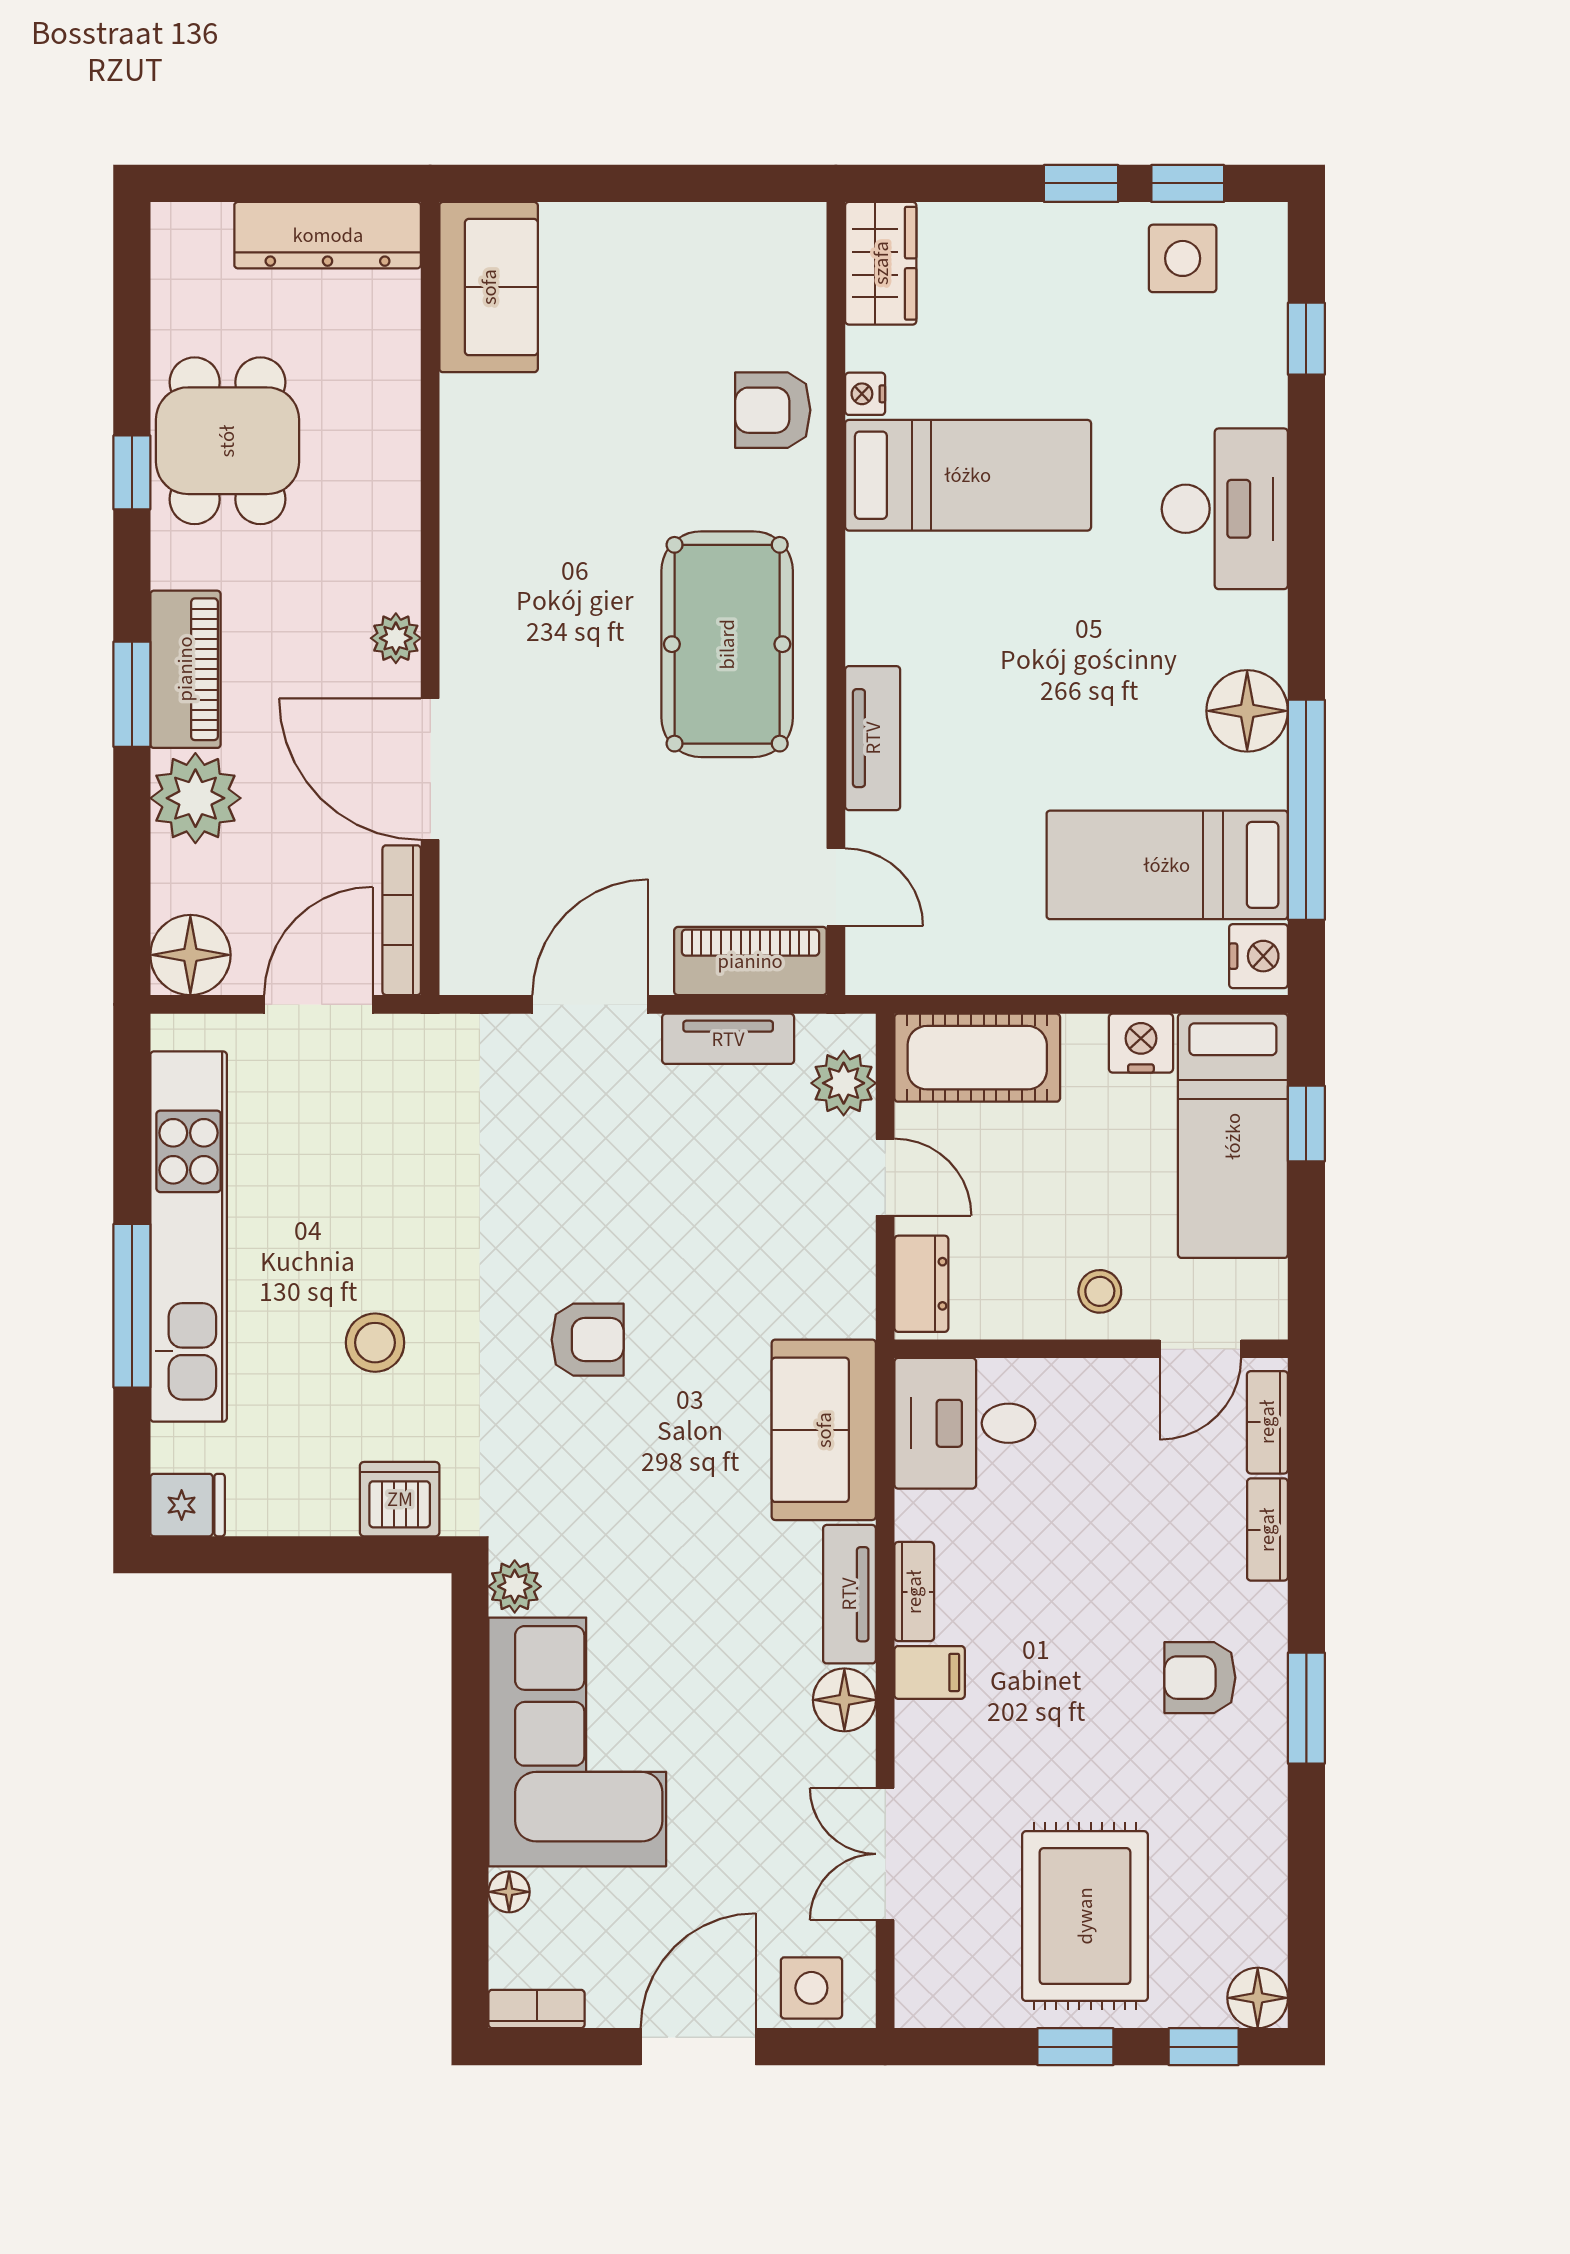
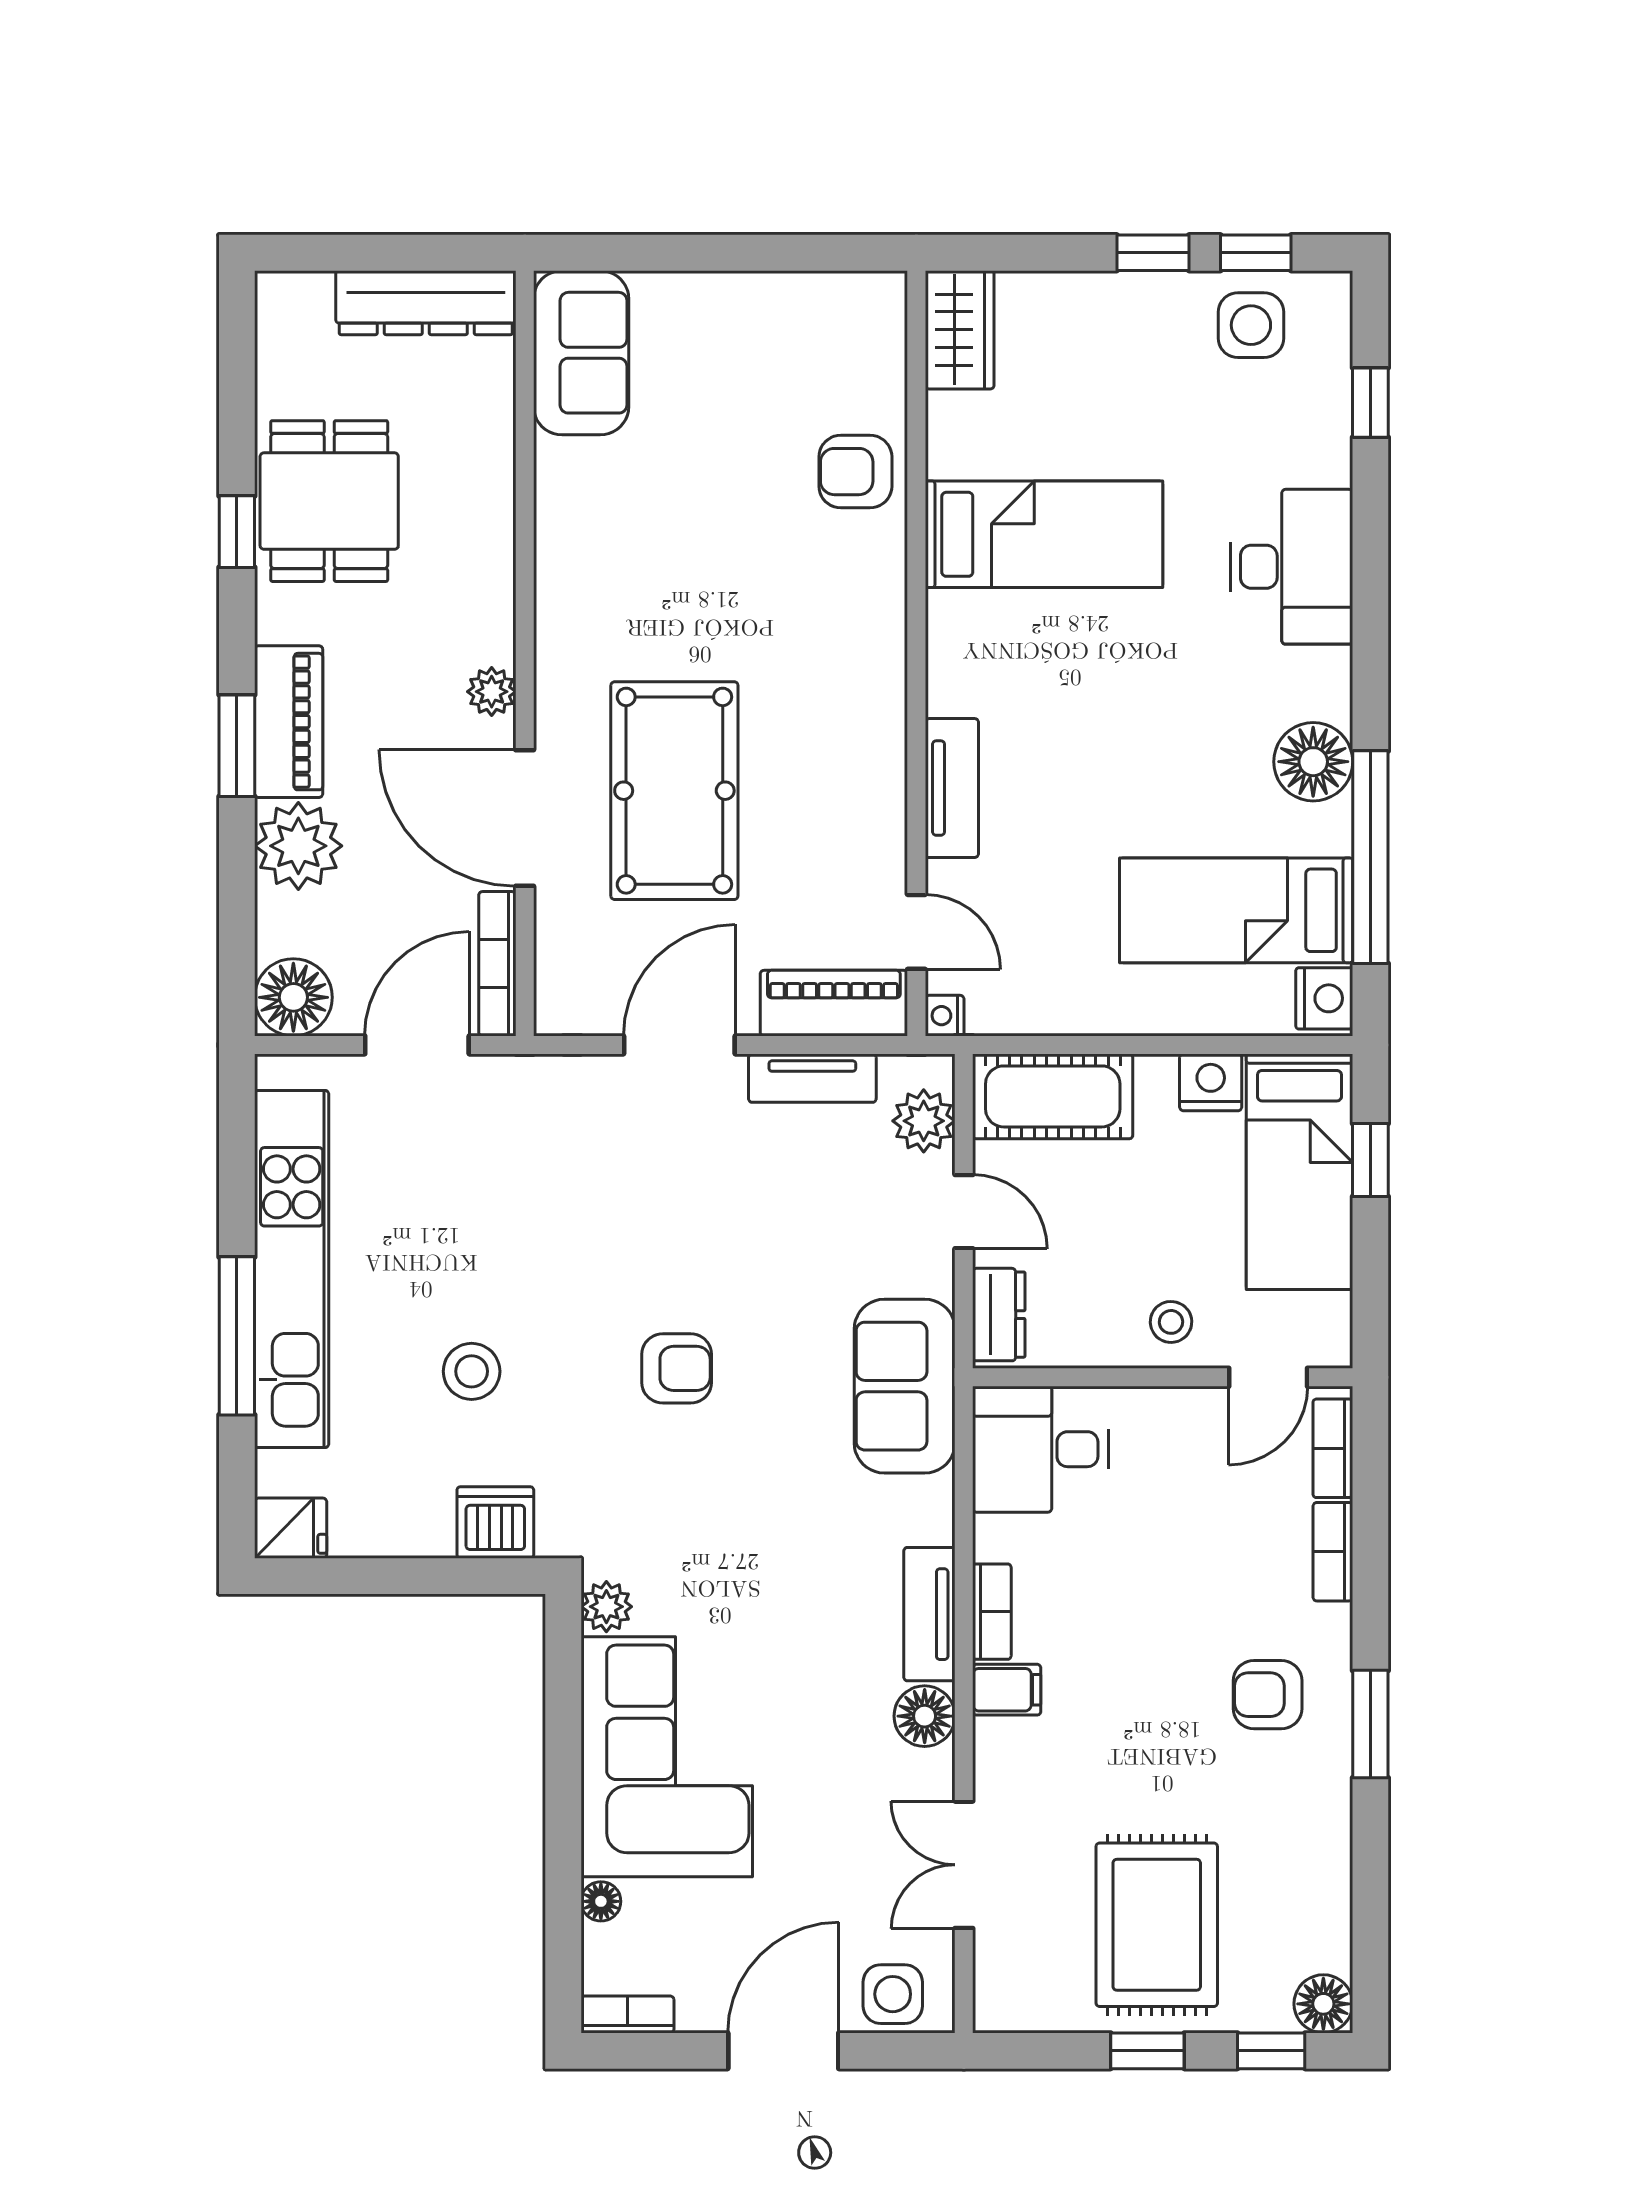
nightstand: (865, 394) -> (945, 1016), moved
pool table: (727, 644) -> (674, 791), moved
sofa: (824, 1430) -> (905, 1386), moved

